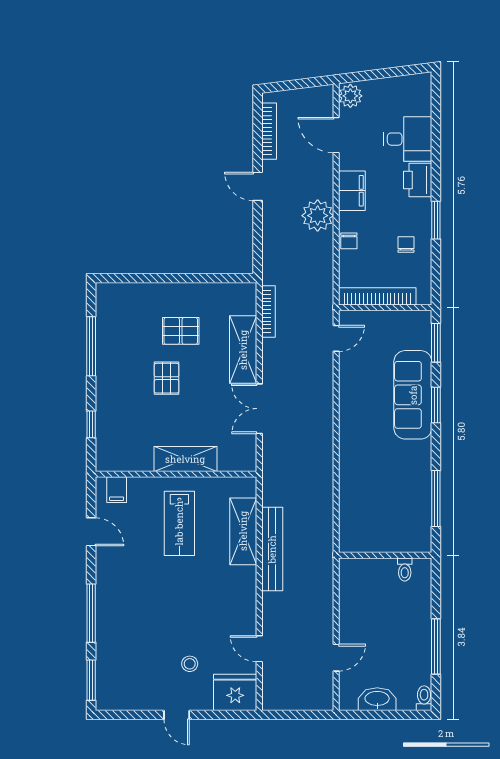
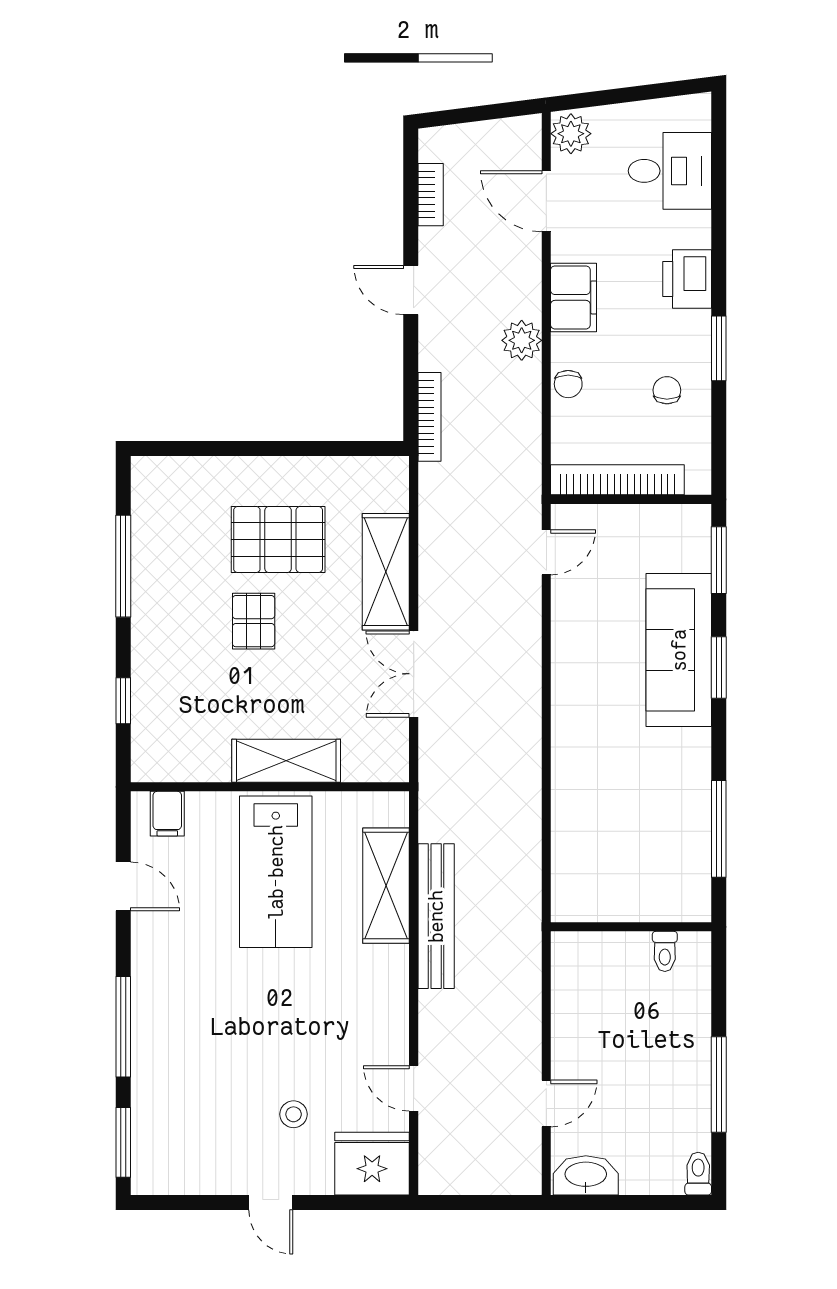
bookcase: (269, 131) -> (431, 195), width x0.64
desk: (408, 139) -> (670, 171), moved
plant: (318, 216) -> (522, 340), width x0.73, depth x0.73
bookcase: (268, 312) -> (429, 417), moved
pallet: (181, 331) -> (278, 540), width x1.50, depth x1.42
lab bench: (179, 523) -> (276, 872), width x1.36, depth x1.39
washbasin: (377, 699) -> (586, 1175), moved

